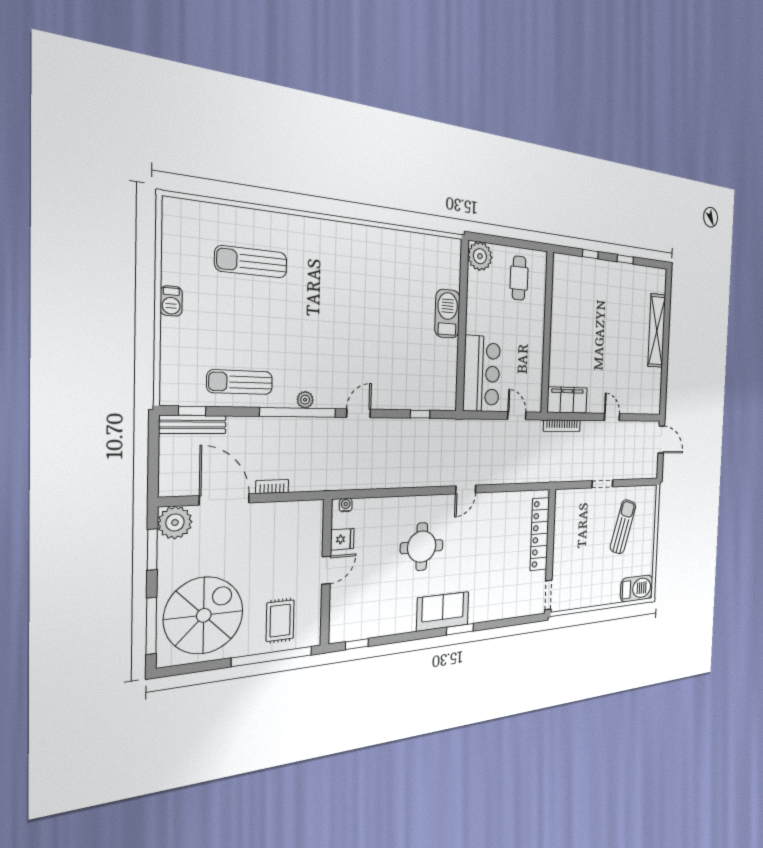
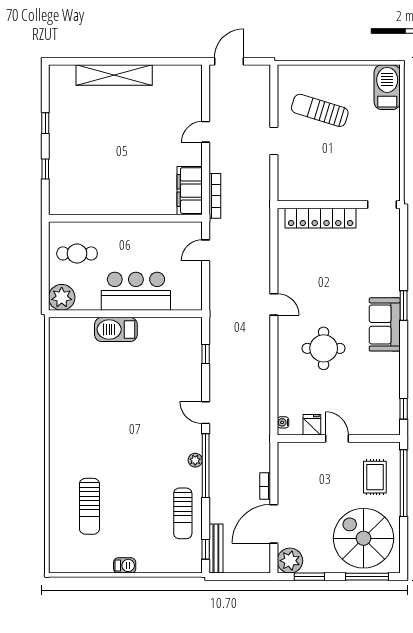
bar counter: (482, 374) -> (136, 291), moved
rug: (280, 621) -> (375, 477), turned 90

